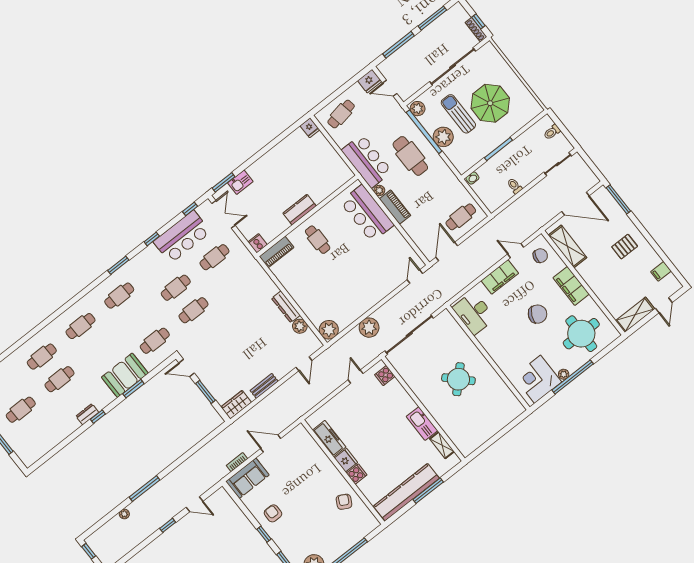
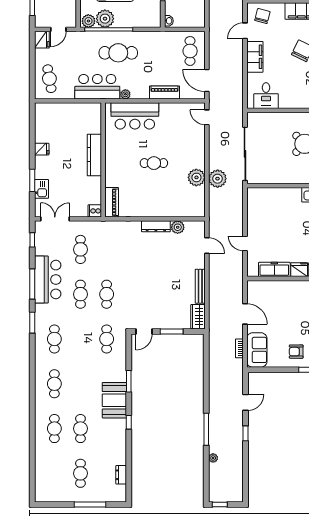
fridge: (310, 128) -> (42, 149), moved
plant: (443, 137) -> (105, 19), moved
window: (224, 182) -> (32, 180), moved
piano: (395, 207) -> (165, 92), moved
kitchen counter: (300, 210) -> (94, 155), width x1.50
bar counter: (182, 237) -> (48, 280), moved
window: (152, 239) -> (32, 284), width x2.17
cafe table: (318, 240) -> (154, 163), moved
desk: (474, 313) -> (266, 96), width x0.73
plant: (329, 330) -> (196, 177), moved
booth: (125, 375) -> (114, 400), moved
cooker: (385, 376) -> (261, 194), removed
door: (356, 377) -> (245, 243), moved
bench: (264, 386) -> (200, 286), width x1.36
dresser: (87, 414) -> (121, 475), moved
door: (271, 443) -> (245, 314), swing flipped

